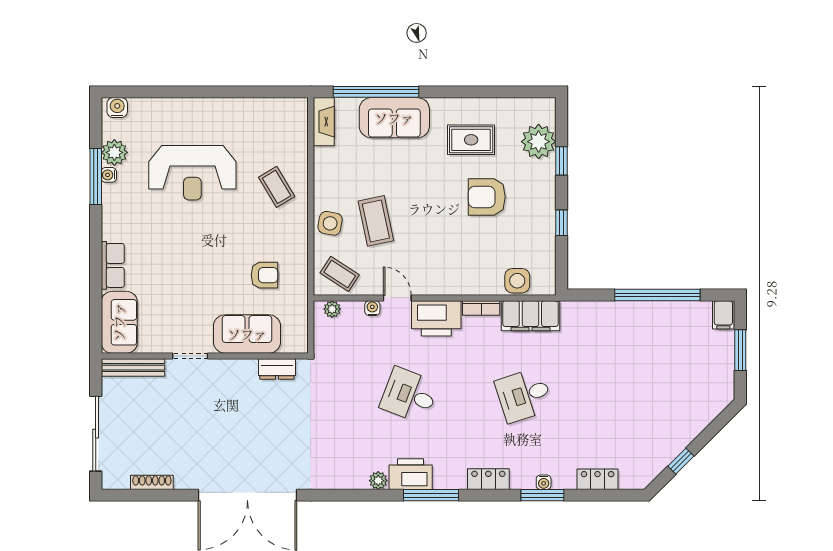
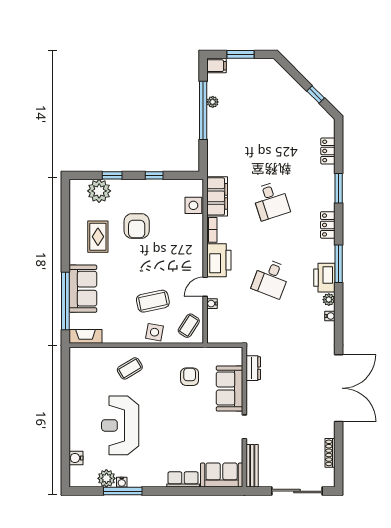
water cooler: (117, 108) -> (76, 458), moved
reception desk: (192, 173) -> (120, 425), turned 180
plant: (332, 309) -> (213, 102), moved
water cooler: (544, 482) -> (330, 316), moved

